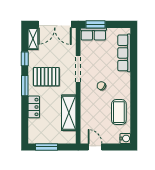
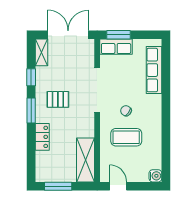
double door: (55, 24) -> (68, 35), swing flipped
doorway: (78, 69) -> (97, 90), width x1.36
pallet: (46, 77) -> (58, 99), width x0.67, depth x0.71
coffee table: (119, 112) -> (126, 137), moved, turned 90
shelving: (69, 113) -> (85, 160), moved

